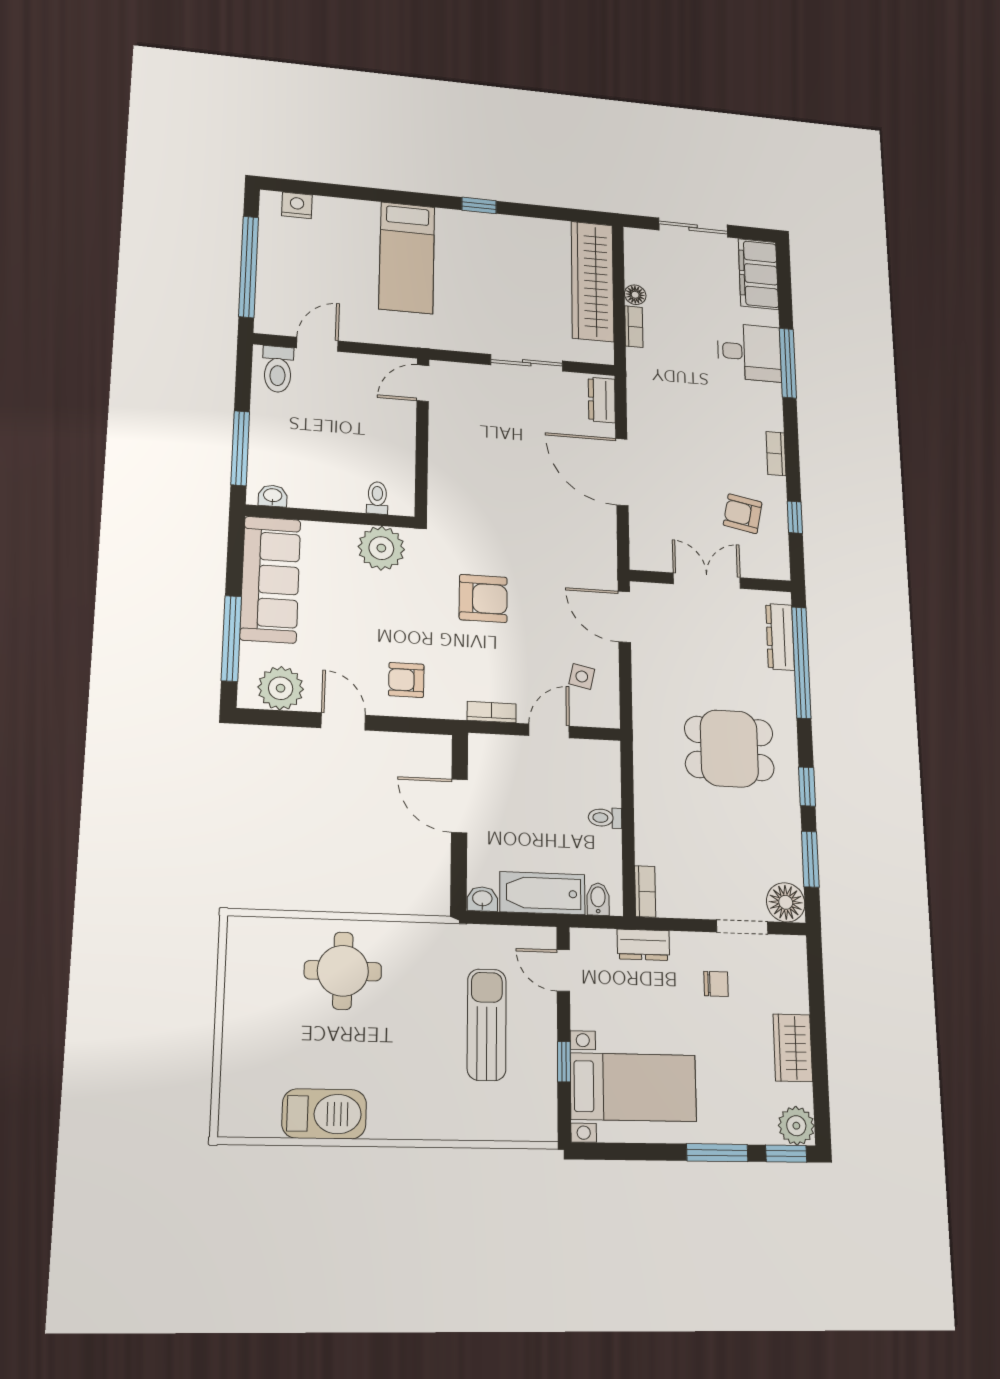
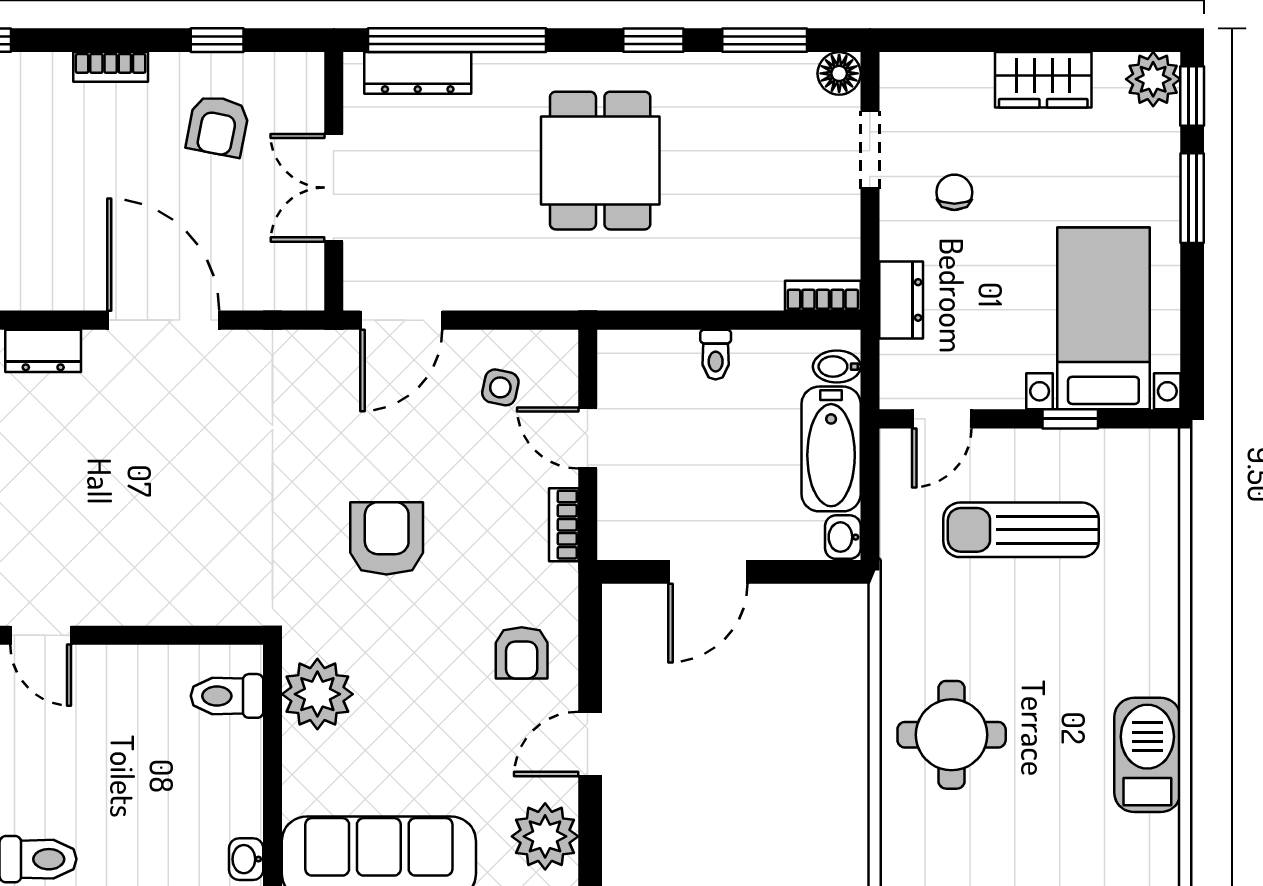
door: (622, 472) -> (163, 320), swing flipped
toilet: (377, 498) -> (227, 696), width x1.37, depth x1.39
floor lamp: (786, 902) -> (839, 73), width x0.73, depth x0.73

